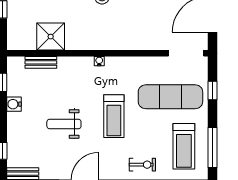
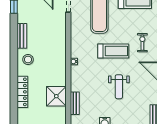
exercise bike: (142, 165) -> (142, 43), moved

